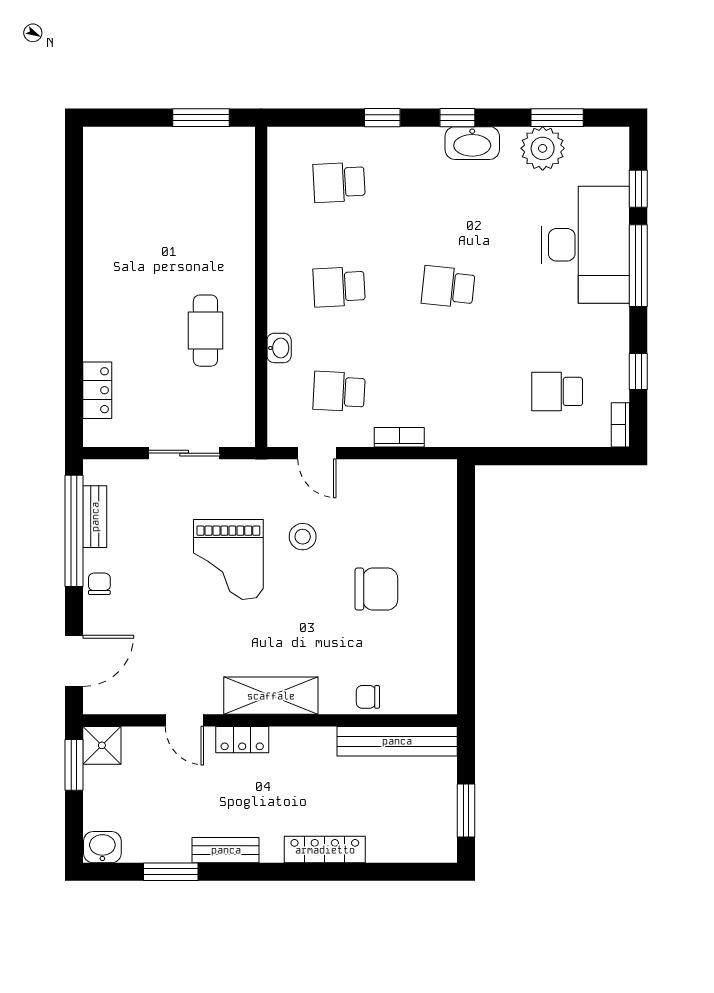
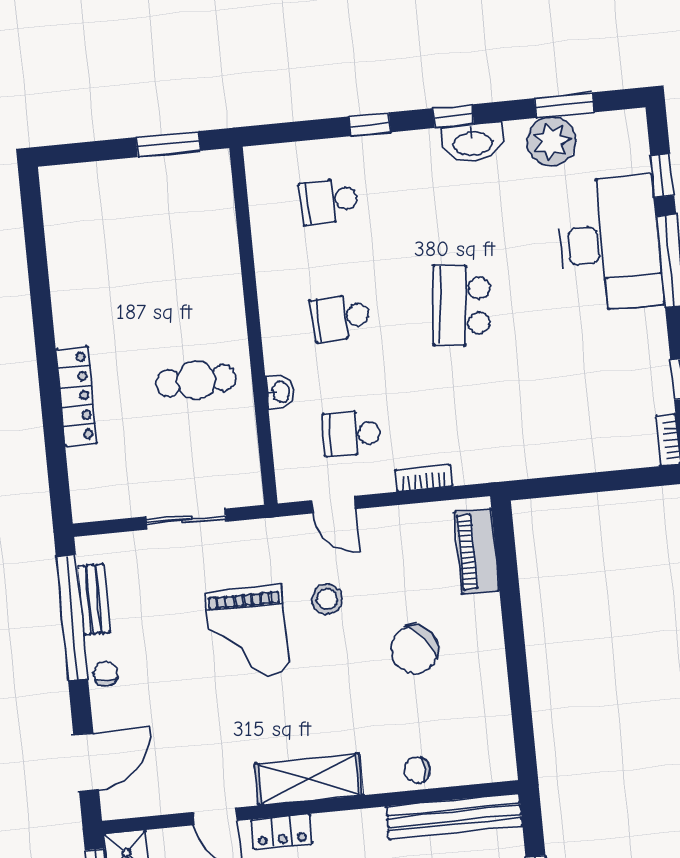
school desk: (448, 287) -> (462, 305), width x1.85
cafe table: (205, 331) -> (196, 380), turned 90
locker: (97, 390) -> (76, 396), moved, width x1.53
school desk: (557, 391) -> (594, 410), removed
piano: (440, 507) -> (477, 551), added
chair: (376, 589) -> (415, 649), turned 141

